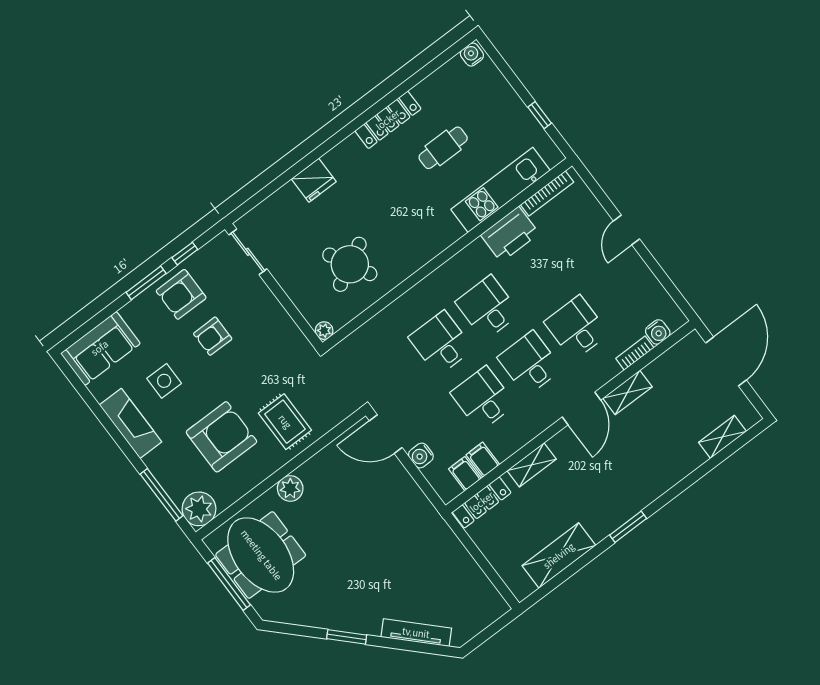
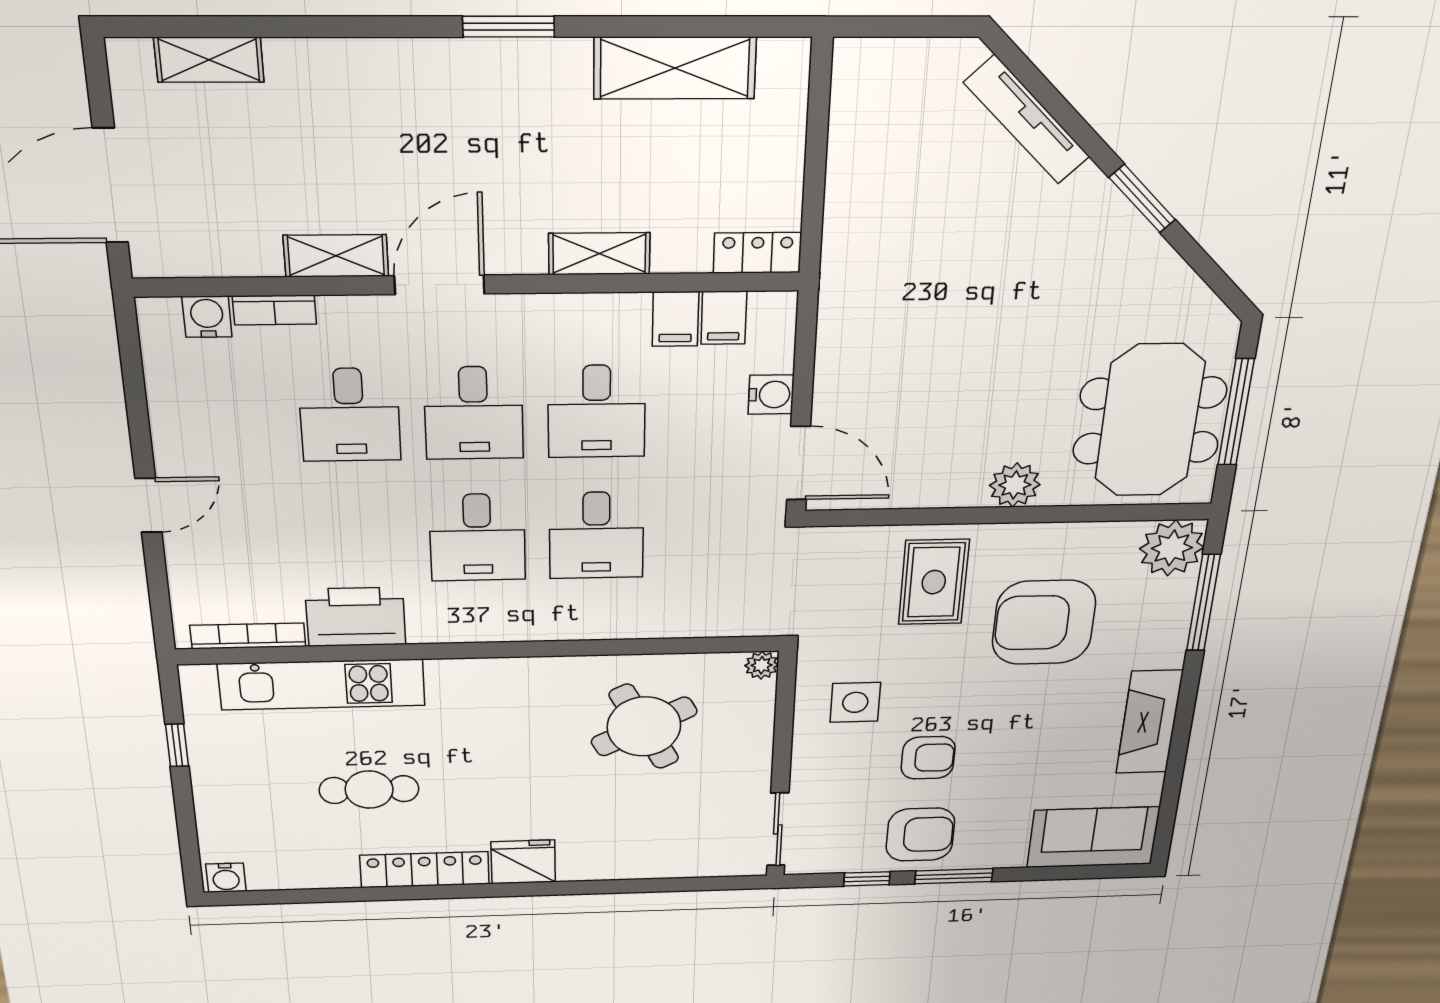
fridge: (314, 180) -> (523, 862), moved
side table: (164, 381) -> (855, 702), moved
locker: (482, 502) -> (757, 253), width x0.66

